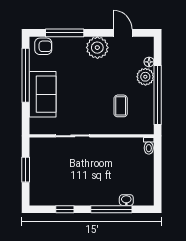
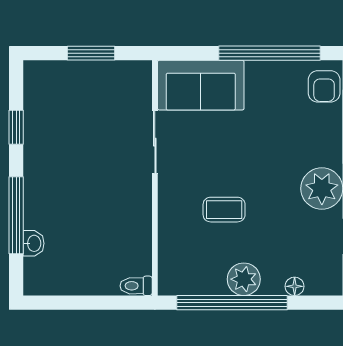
plant: (145, 77) -> (244, 279), moved
sofa: (43, 94) -> (201, 85), moved
coffee table: (121, 106) -> (224, 210), moved

